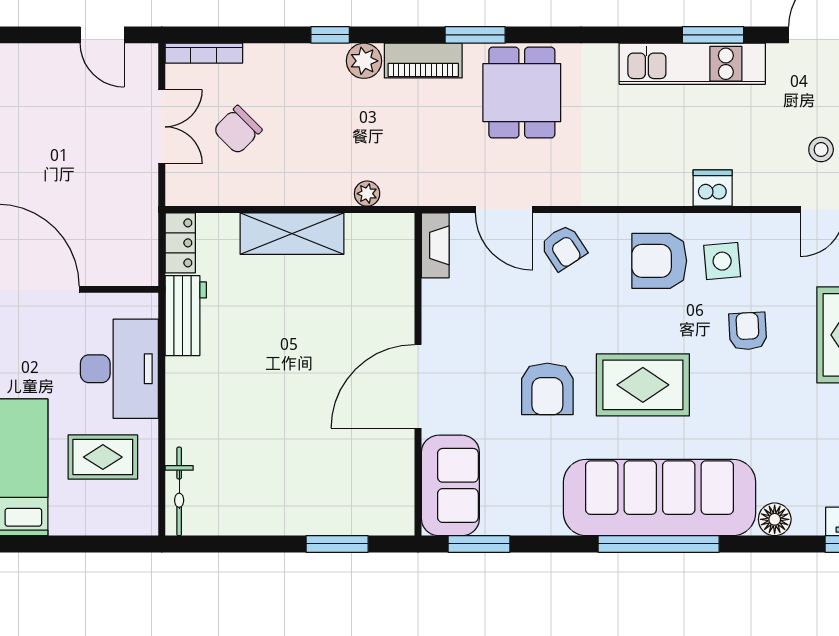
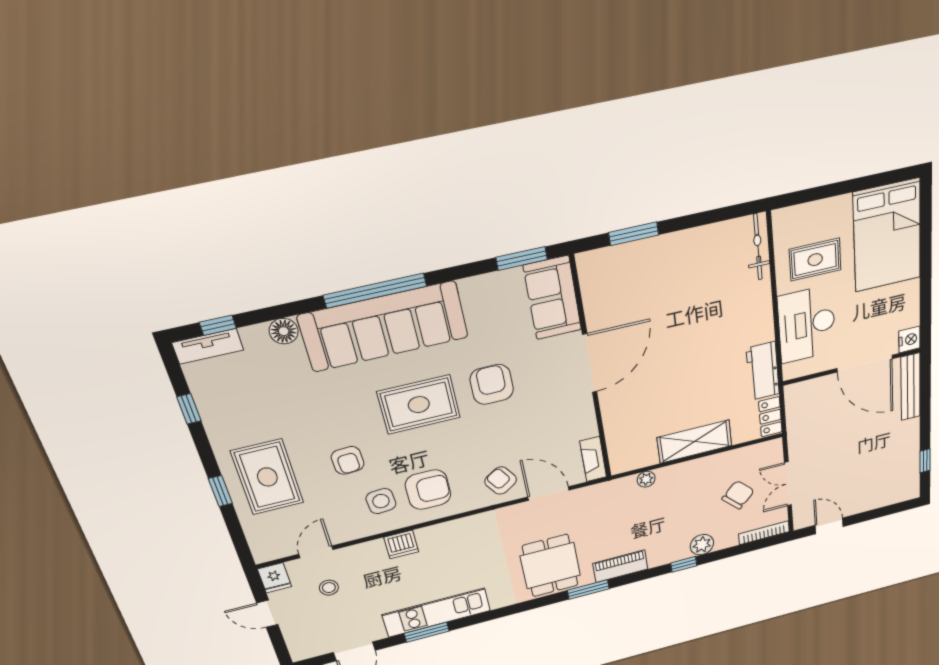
plant: (364, 61) -> (702, 545), moved

